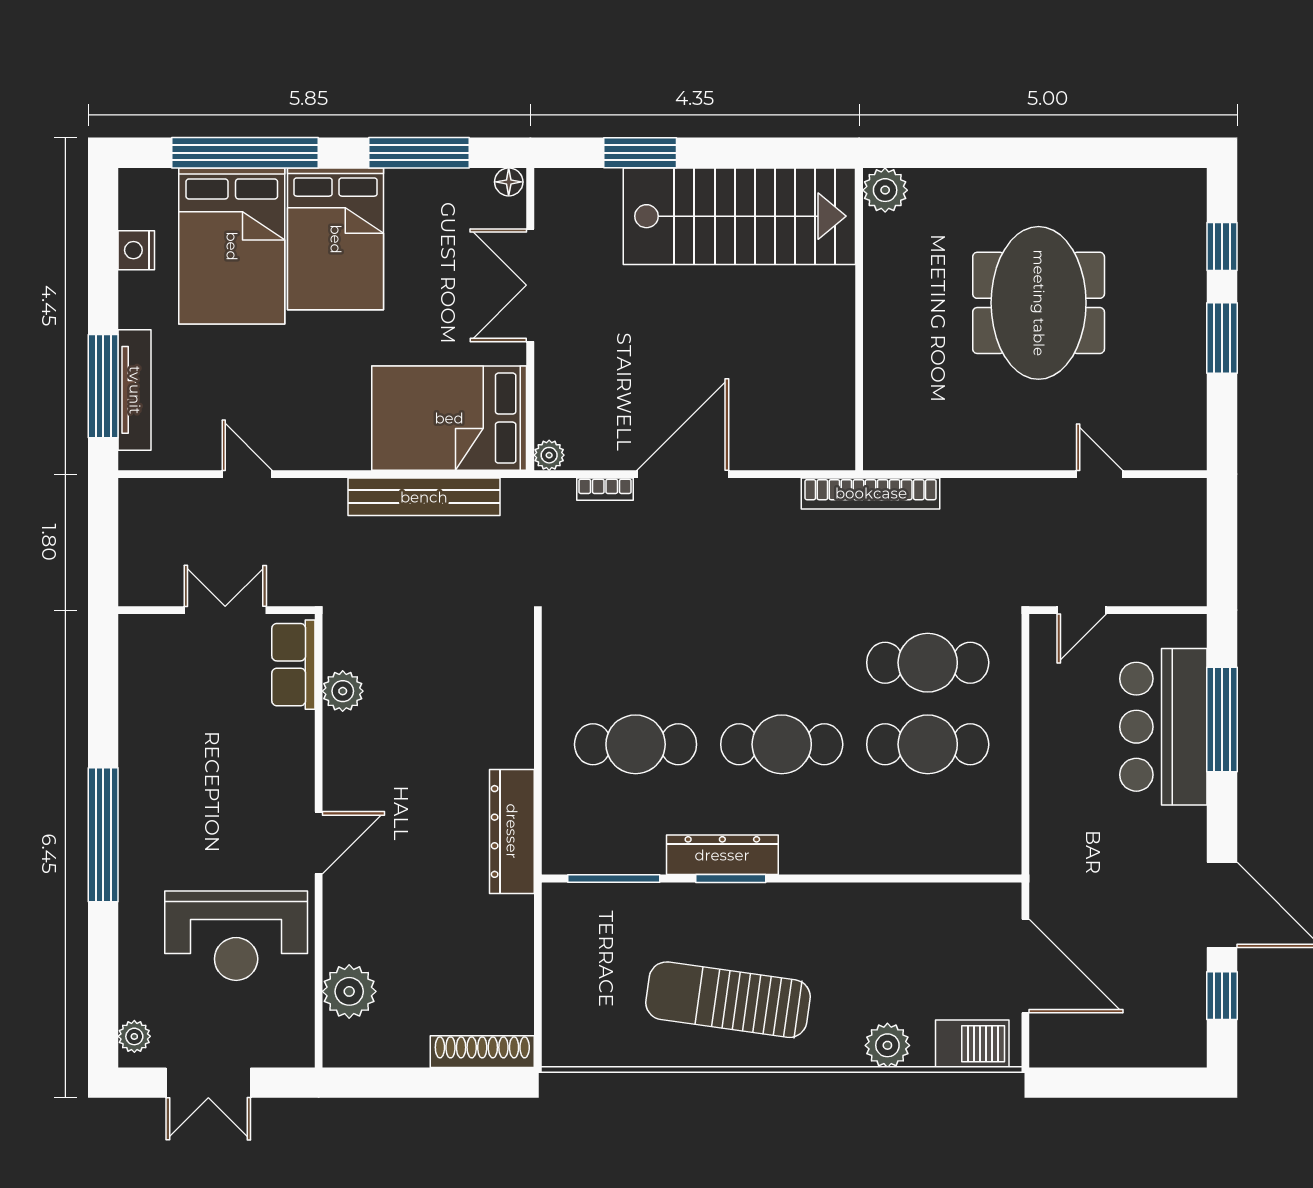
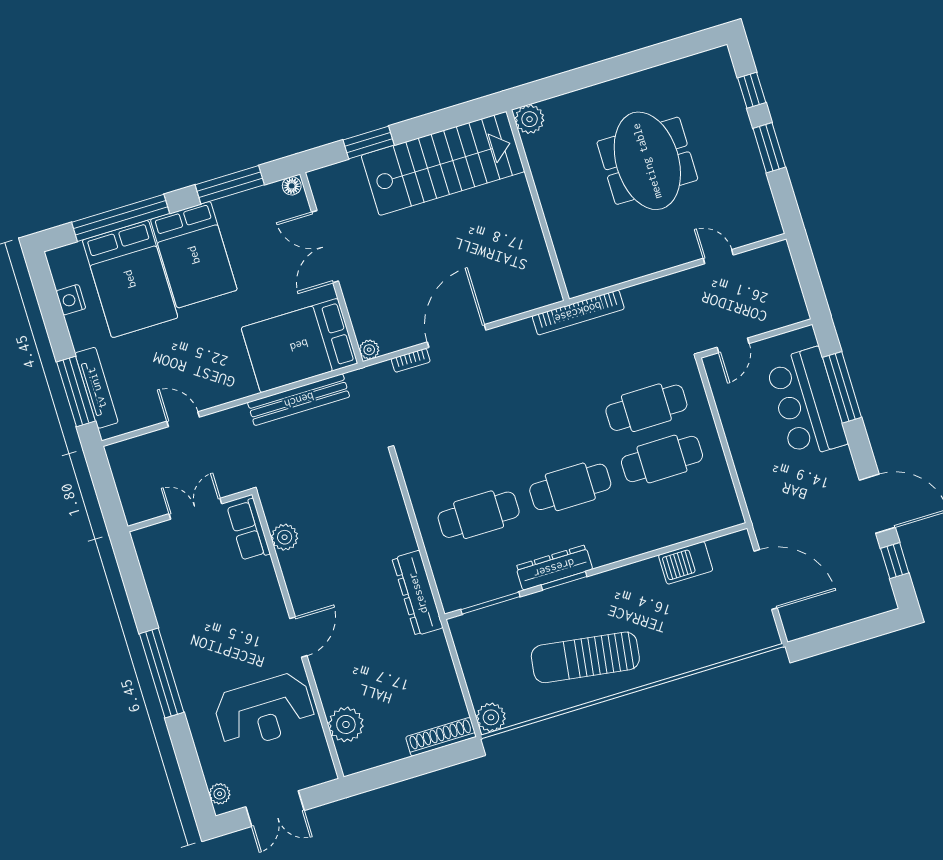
barbecue: (972, 1044) -> (686, 563), moved, turned 180
plant: (887, 1045) -> (491, 717), moved

